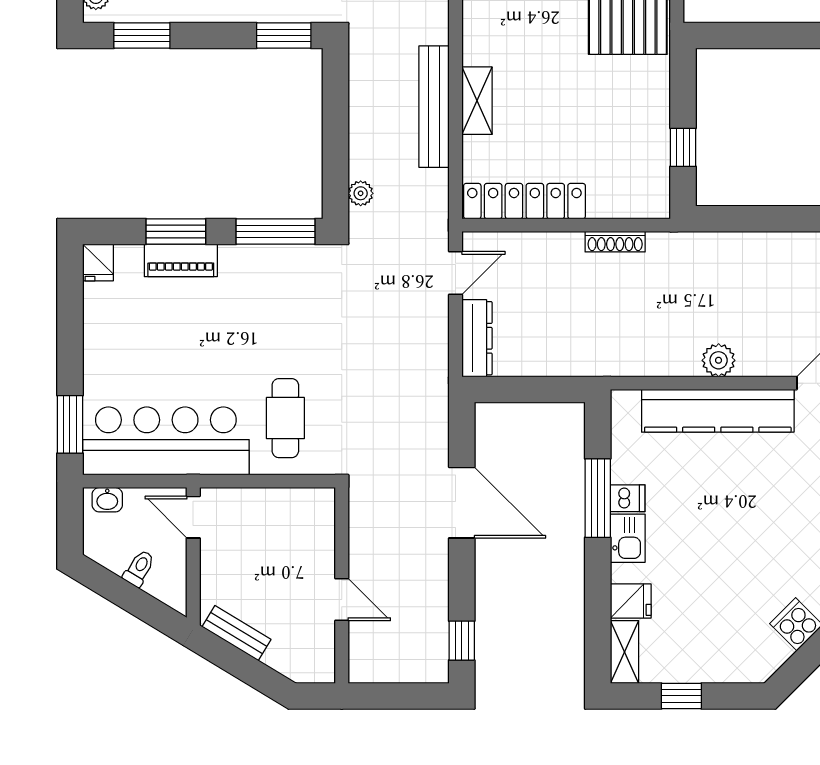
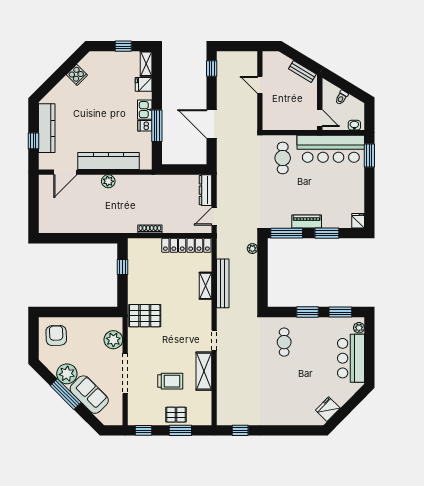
window: (284, 36) -> (308, 312), moved
piano: (181, 260) -> (307, 221), moved

